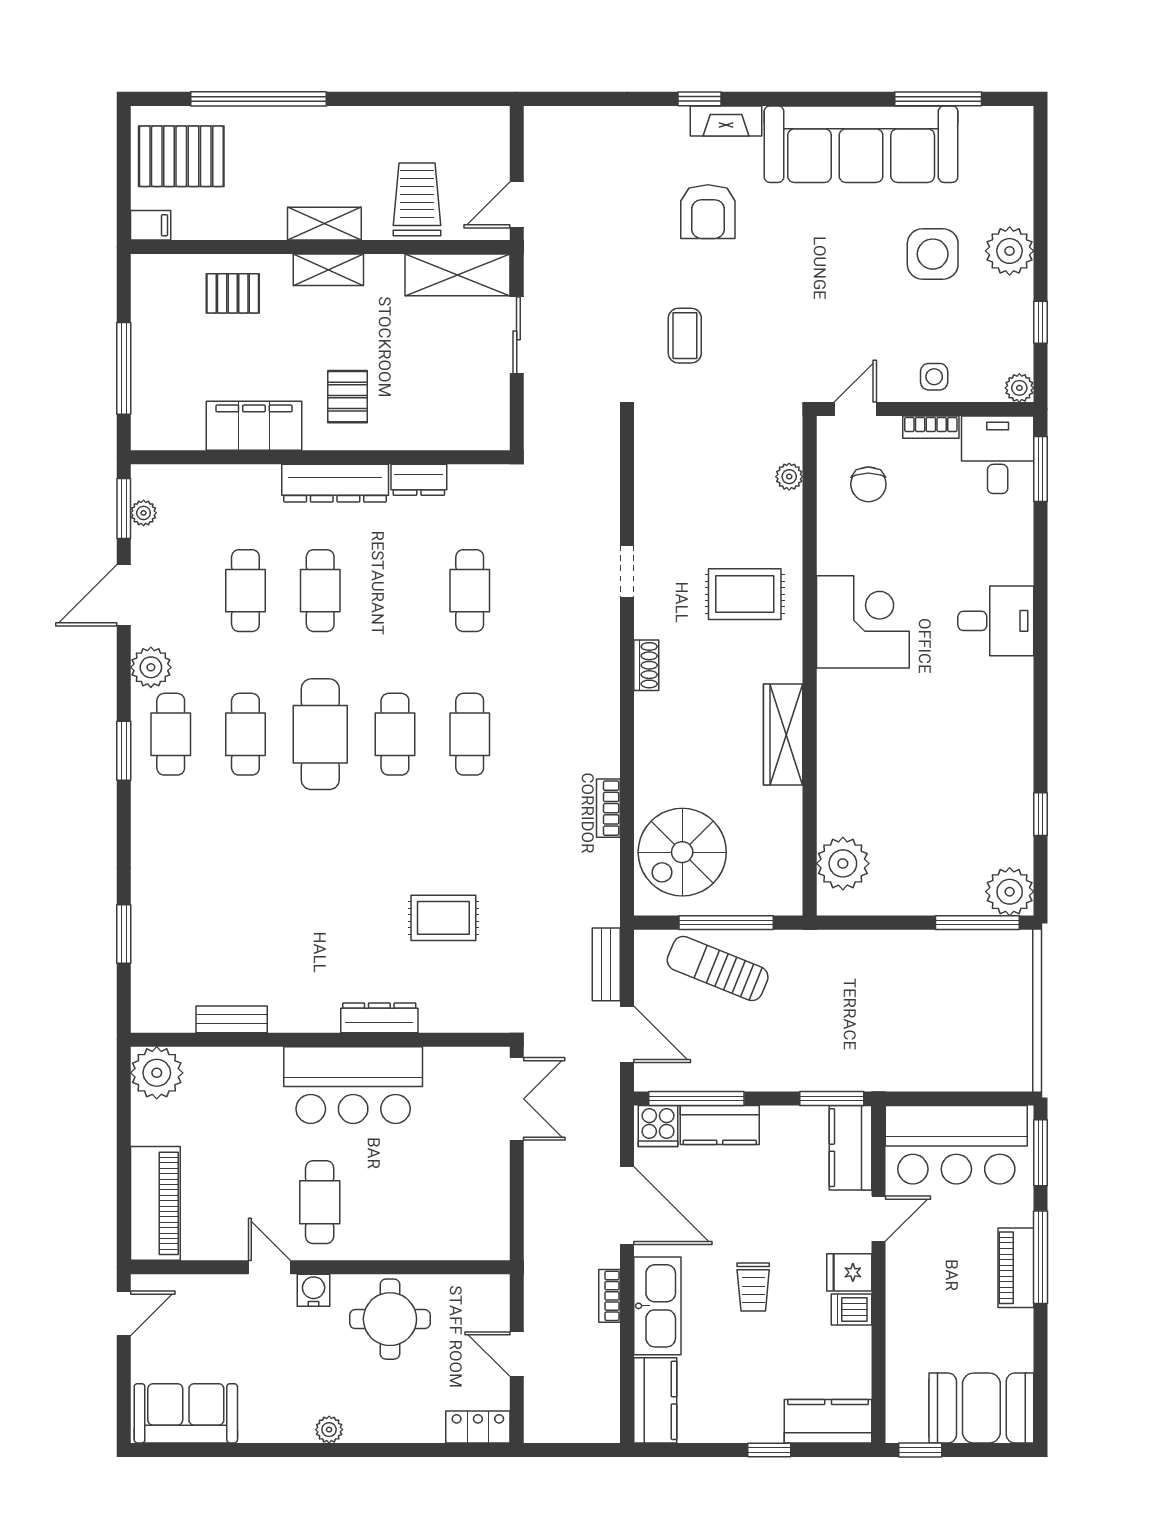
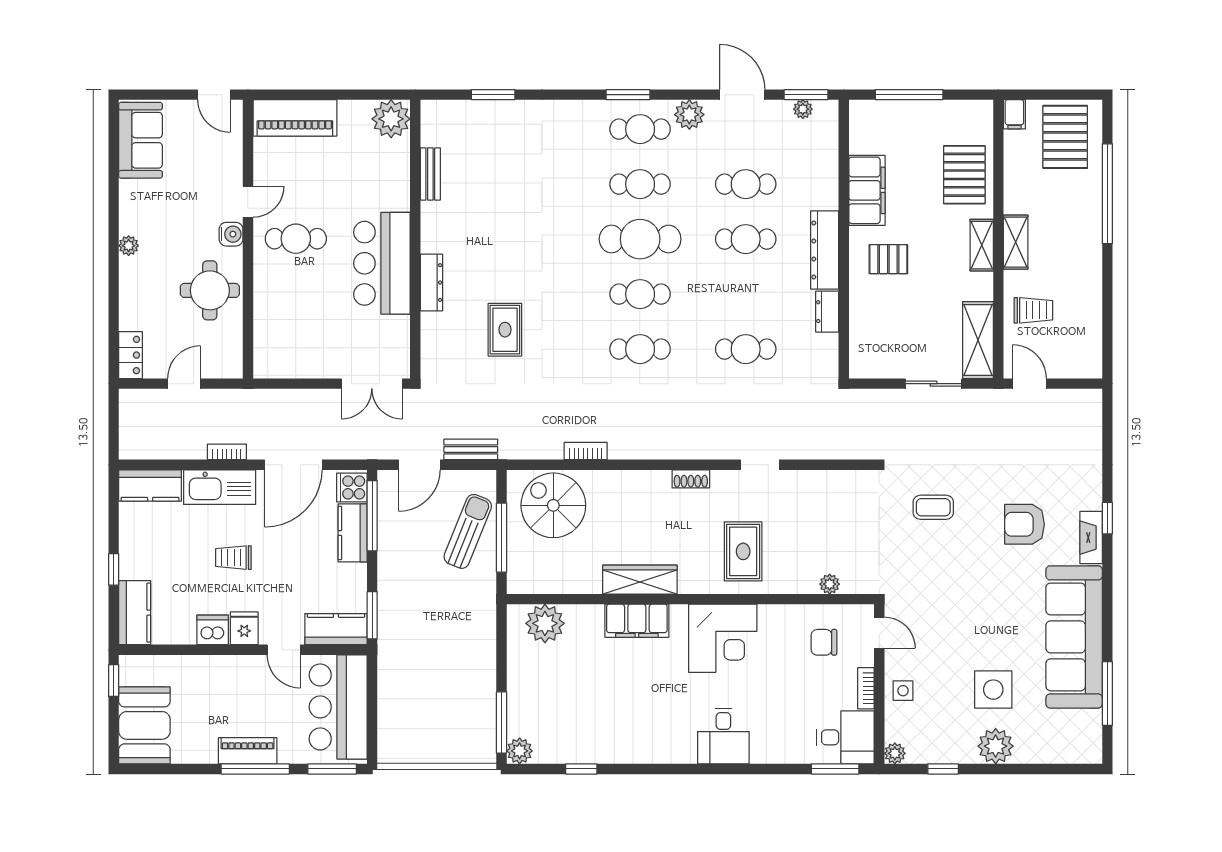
trolley: (417, 199) -> (1033, 310), width x0.73, depth x0.72
pallet: (233, 293) -> (964, 175), width x1.50, depth x1.42
filing cabinet: (839, 739) -> (637, 621), added
plant: (1010, 892) -> (520, 751), width x0.73, depth x0.73
dishwasher: (852, 1309) -> (213, 630), width x1.38

